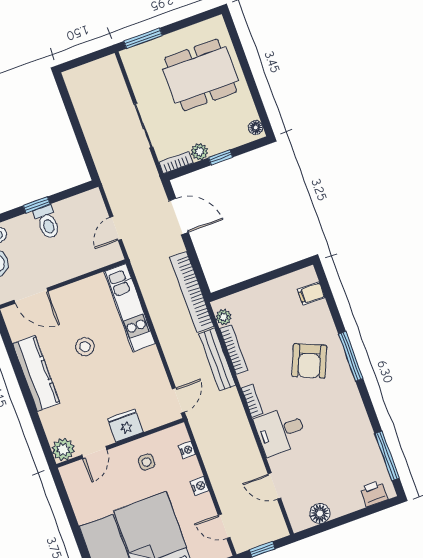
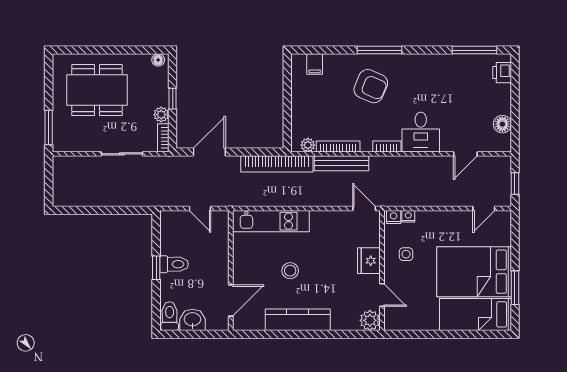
dining table: (201, 75) -> (97, 90), turned 90
nightstand: (199, 486) -> (394, 217), moved

